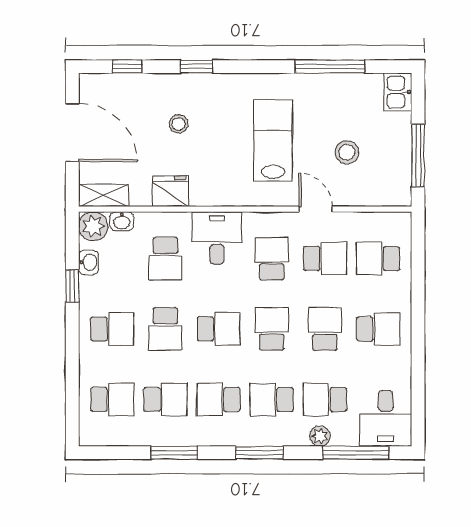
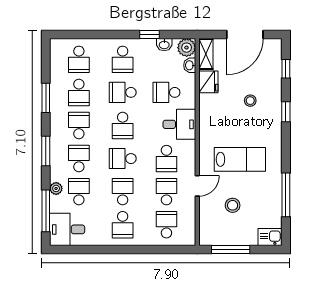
fridge: (171, 191) -> (208, 82), moved
school desk: (272, 259) -> (166, 159), turned 90
school desk: (325, 259) -> (166, 192), turned 180
school desk: (272, 329) -> (123, 159), turned 180
school desk: (325, 329) -> (123, 192), turned -90

